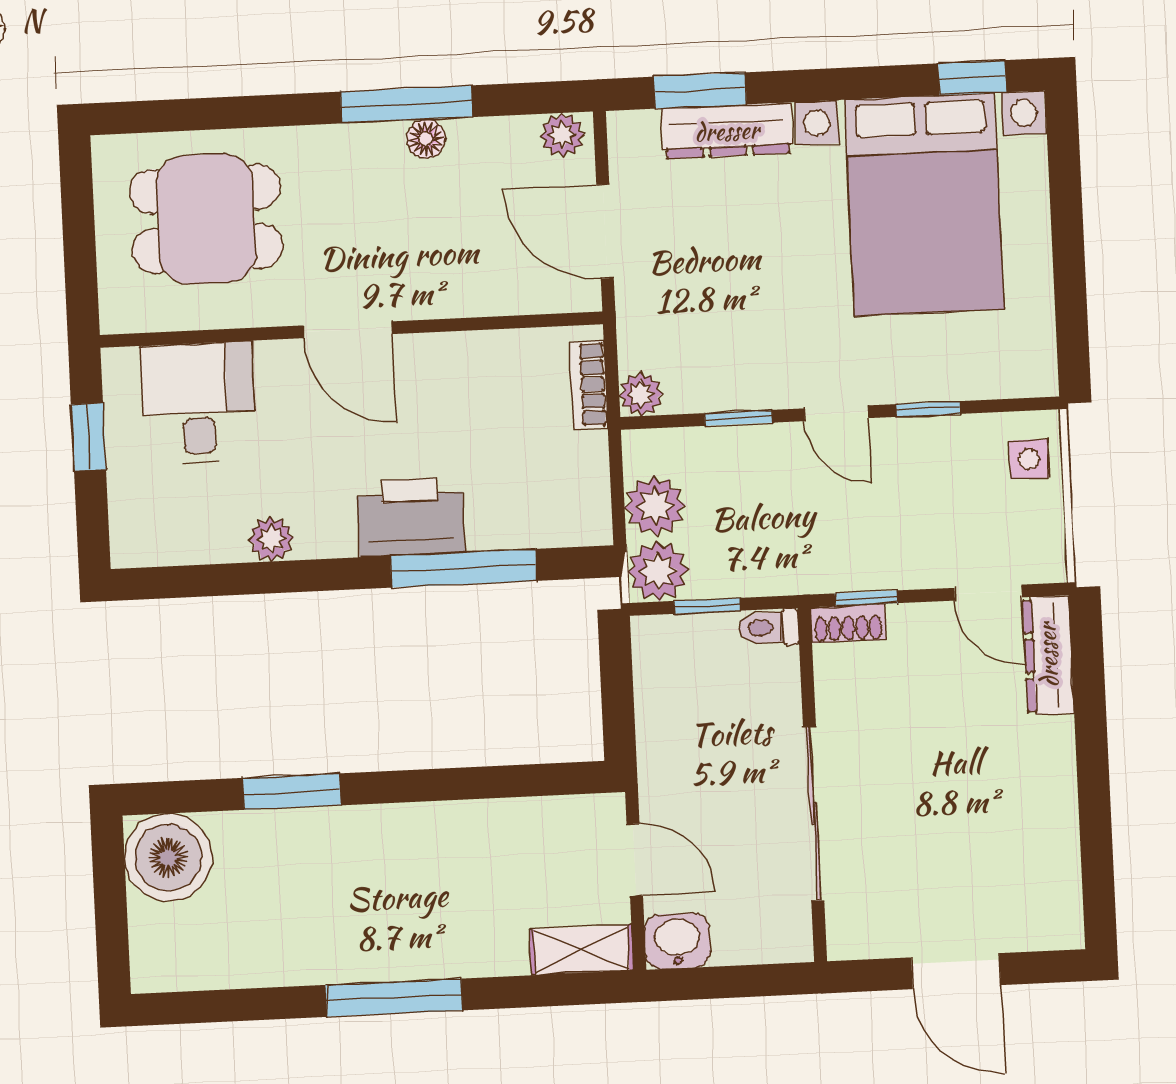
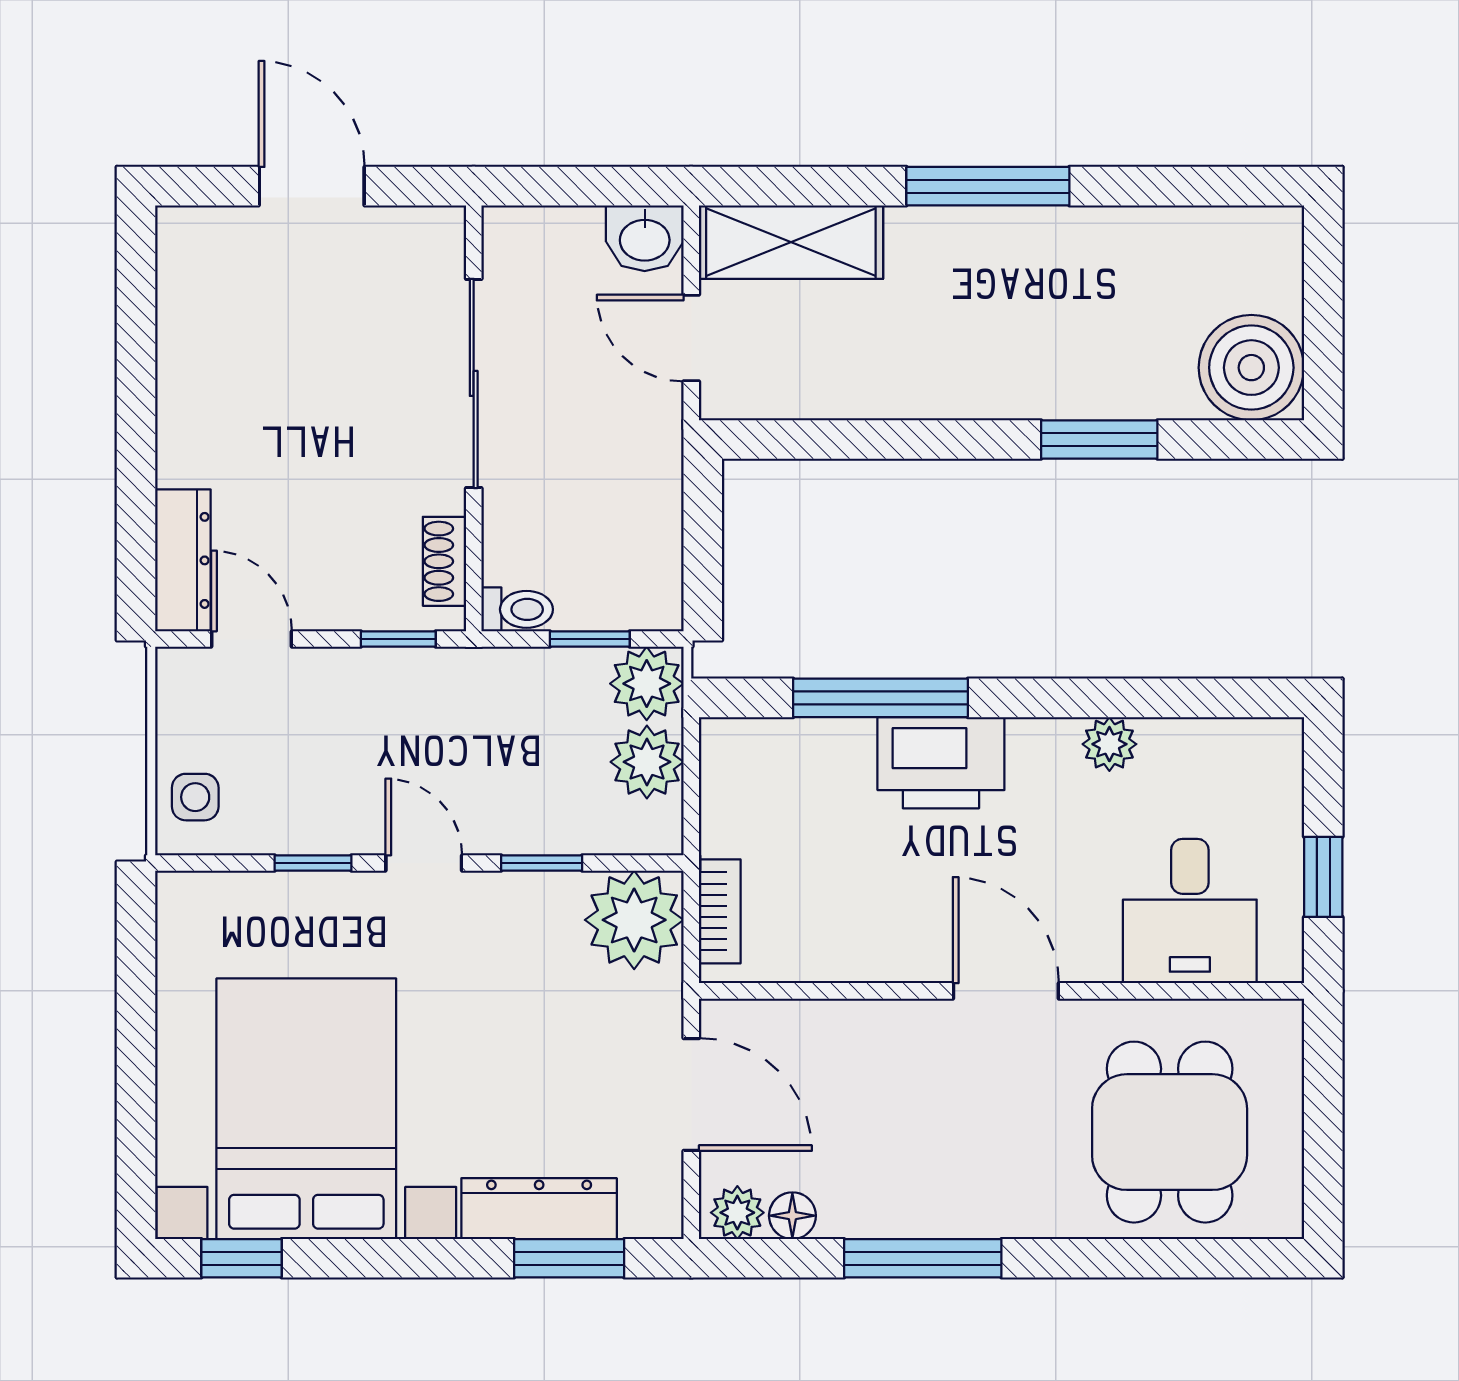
floor lamp: (426, 139) -> (792, 1216), moved
dining table: (206, 219) -> (1170, 1132), turned 90
plant: (641, 394) -> (634, 920), width x1.87, depth x1.87
shoe rack: (848, 624) -> (444, 561), moved, turned -90
shelving: (581, 950) -> (791, 242), width x1.50, depth x1.33

